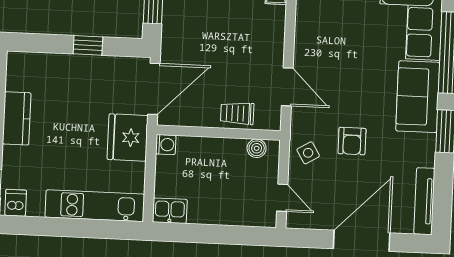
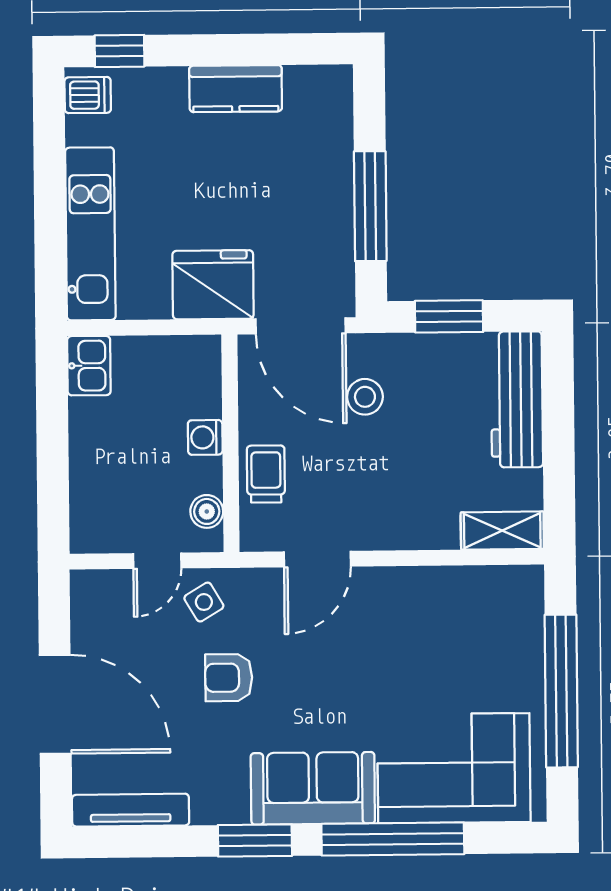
window: (88, 45) -> (370, 206), width x2.17
stool: (196, 54) -> (365, 397), added
washing machine: (166, 145) -> (205, 437), moved, turned 90
door: (282, 198) -> (157, 561), moved

